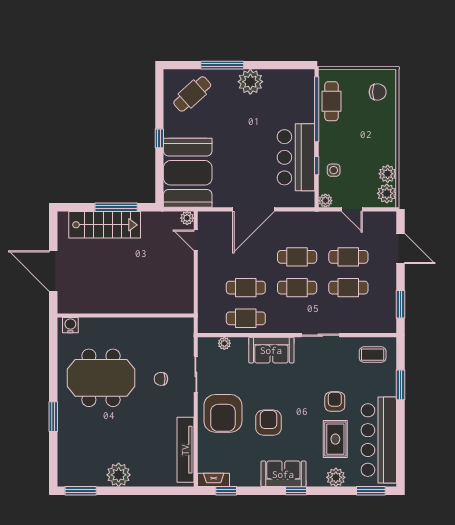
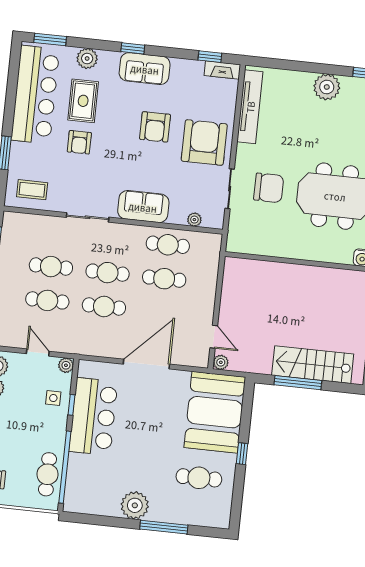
cafe table: (192, 94) -> (199, 478), moved, turned 42
chair: (161, 379) -> (269, 188), width x1.87, depth x1.87

